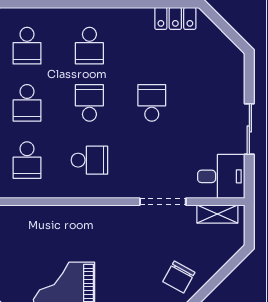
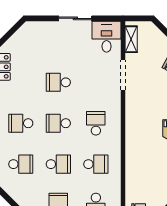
school desk: (89, 46) -> (21, 123), turned 180

